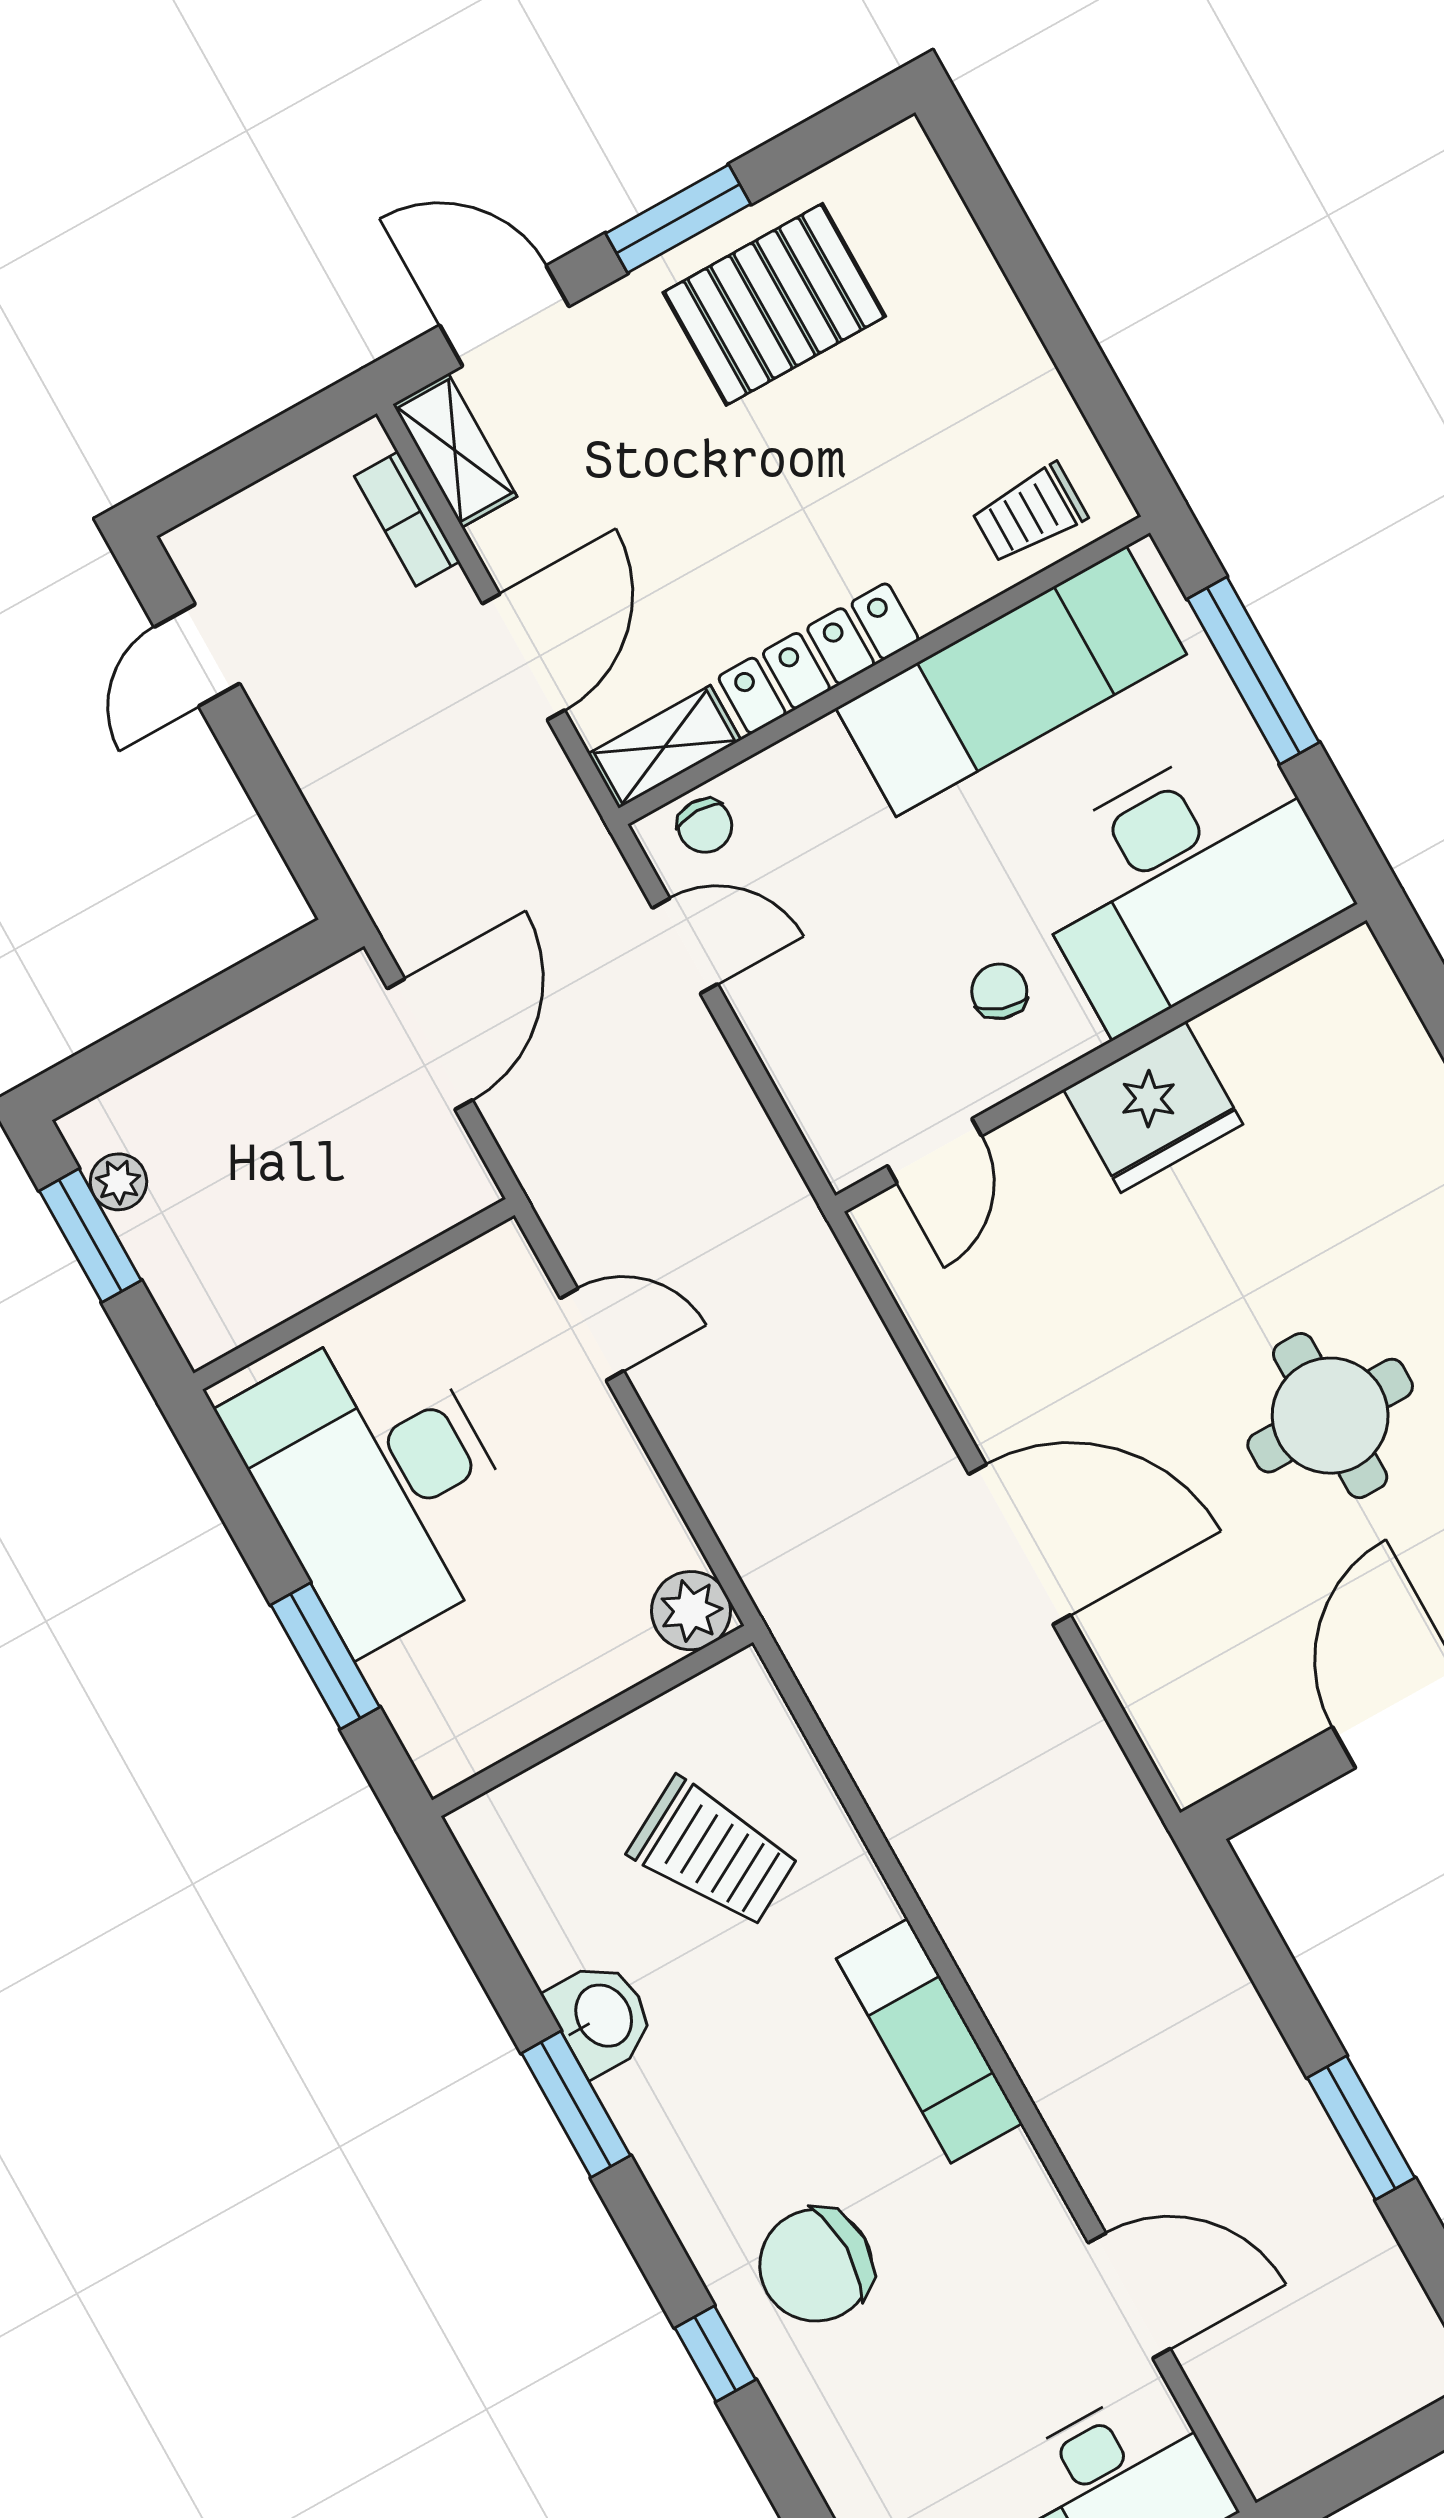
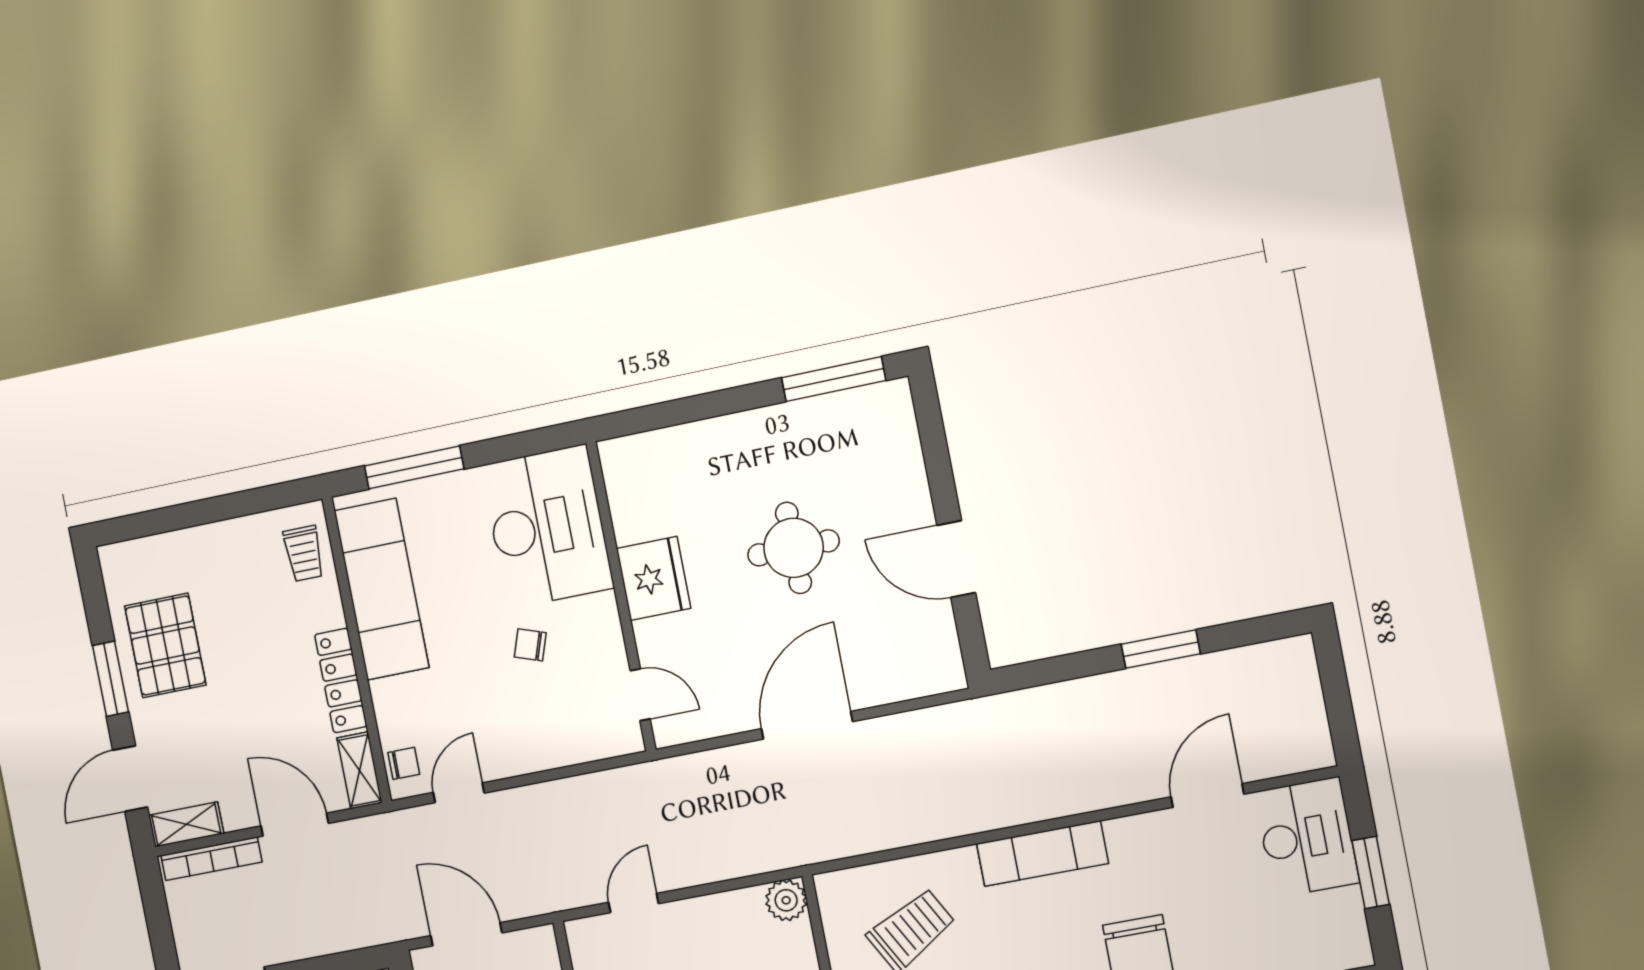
bookcase: (407, 519) -> (211, 859), width x1.56
desk: (1184, 881) -> (547, 527), moved
wall: (1101, 1058) -> (621, 597), moved
fridge: (1153, 1107) -> (654, 578), moved
door: (935, 1151) -> (640, 695), moved

